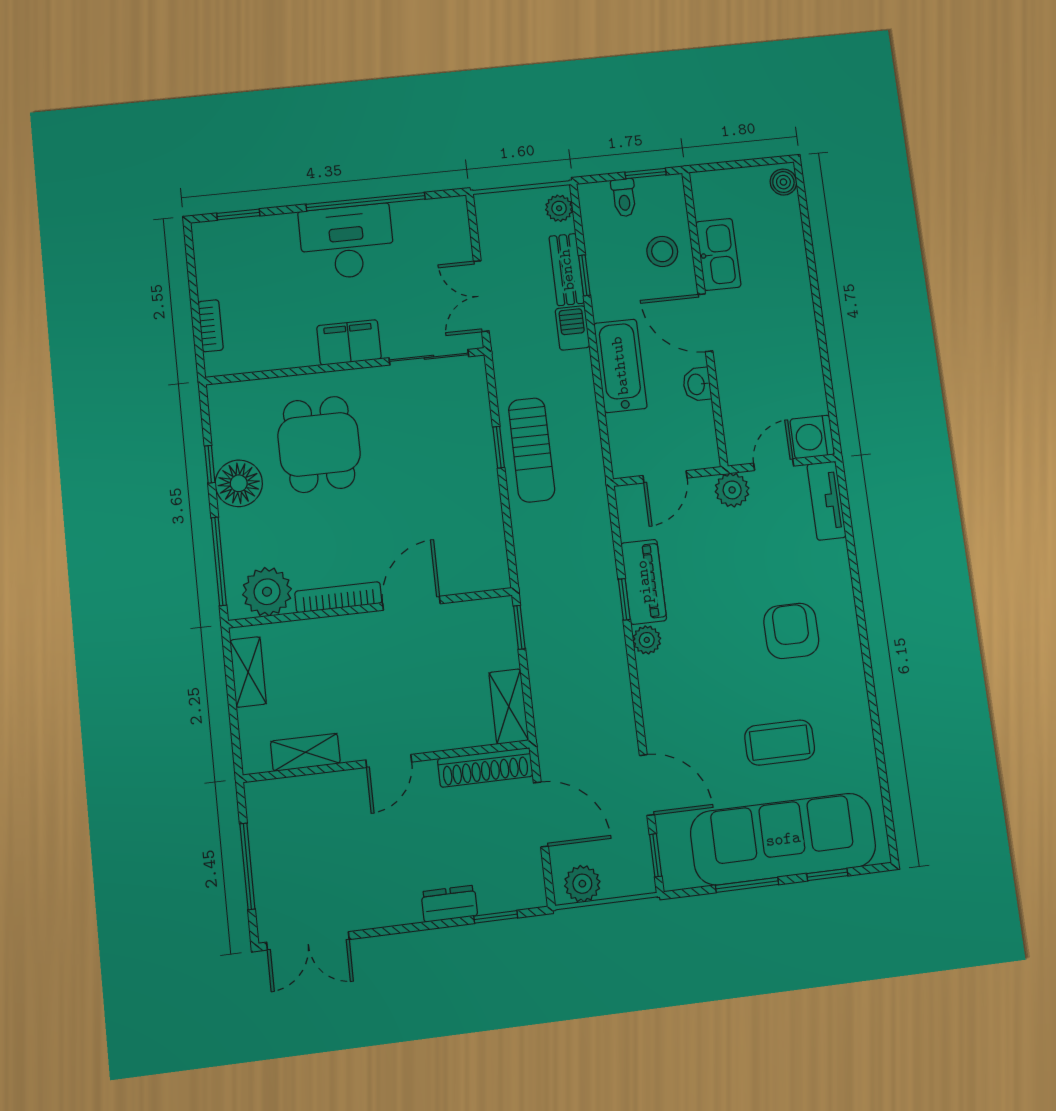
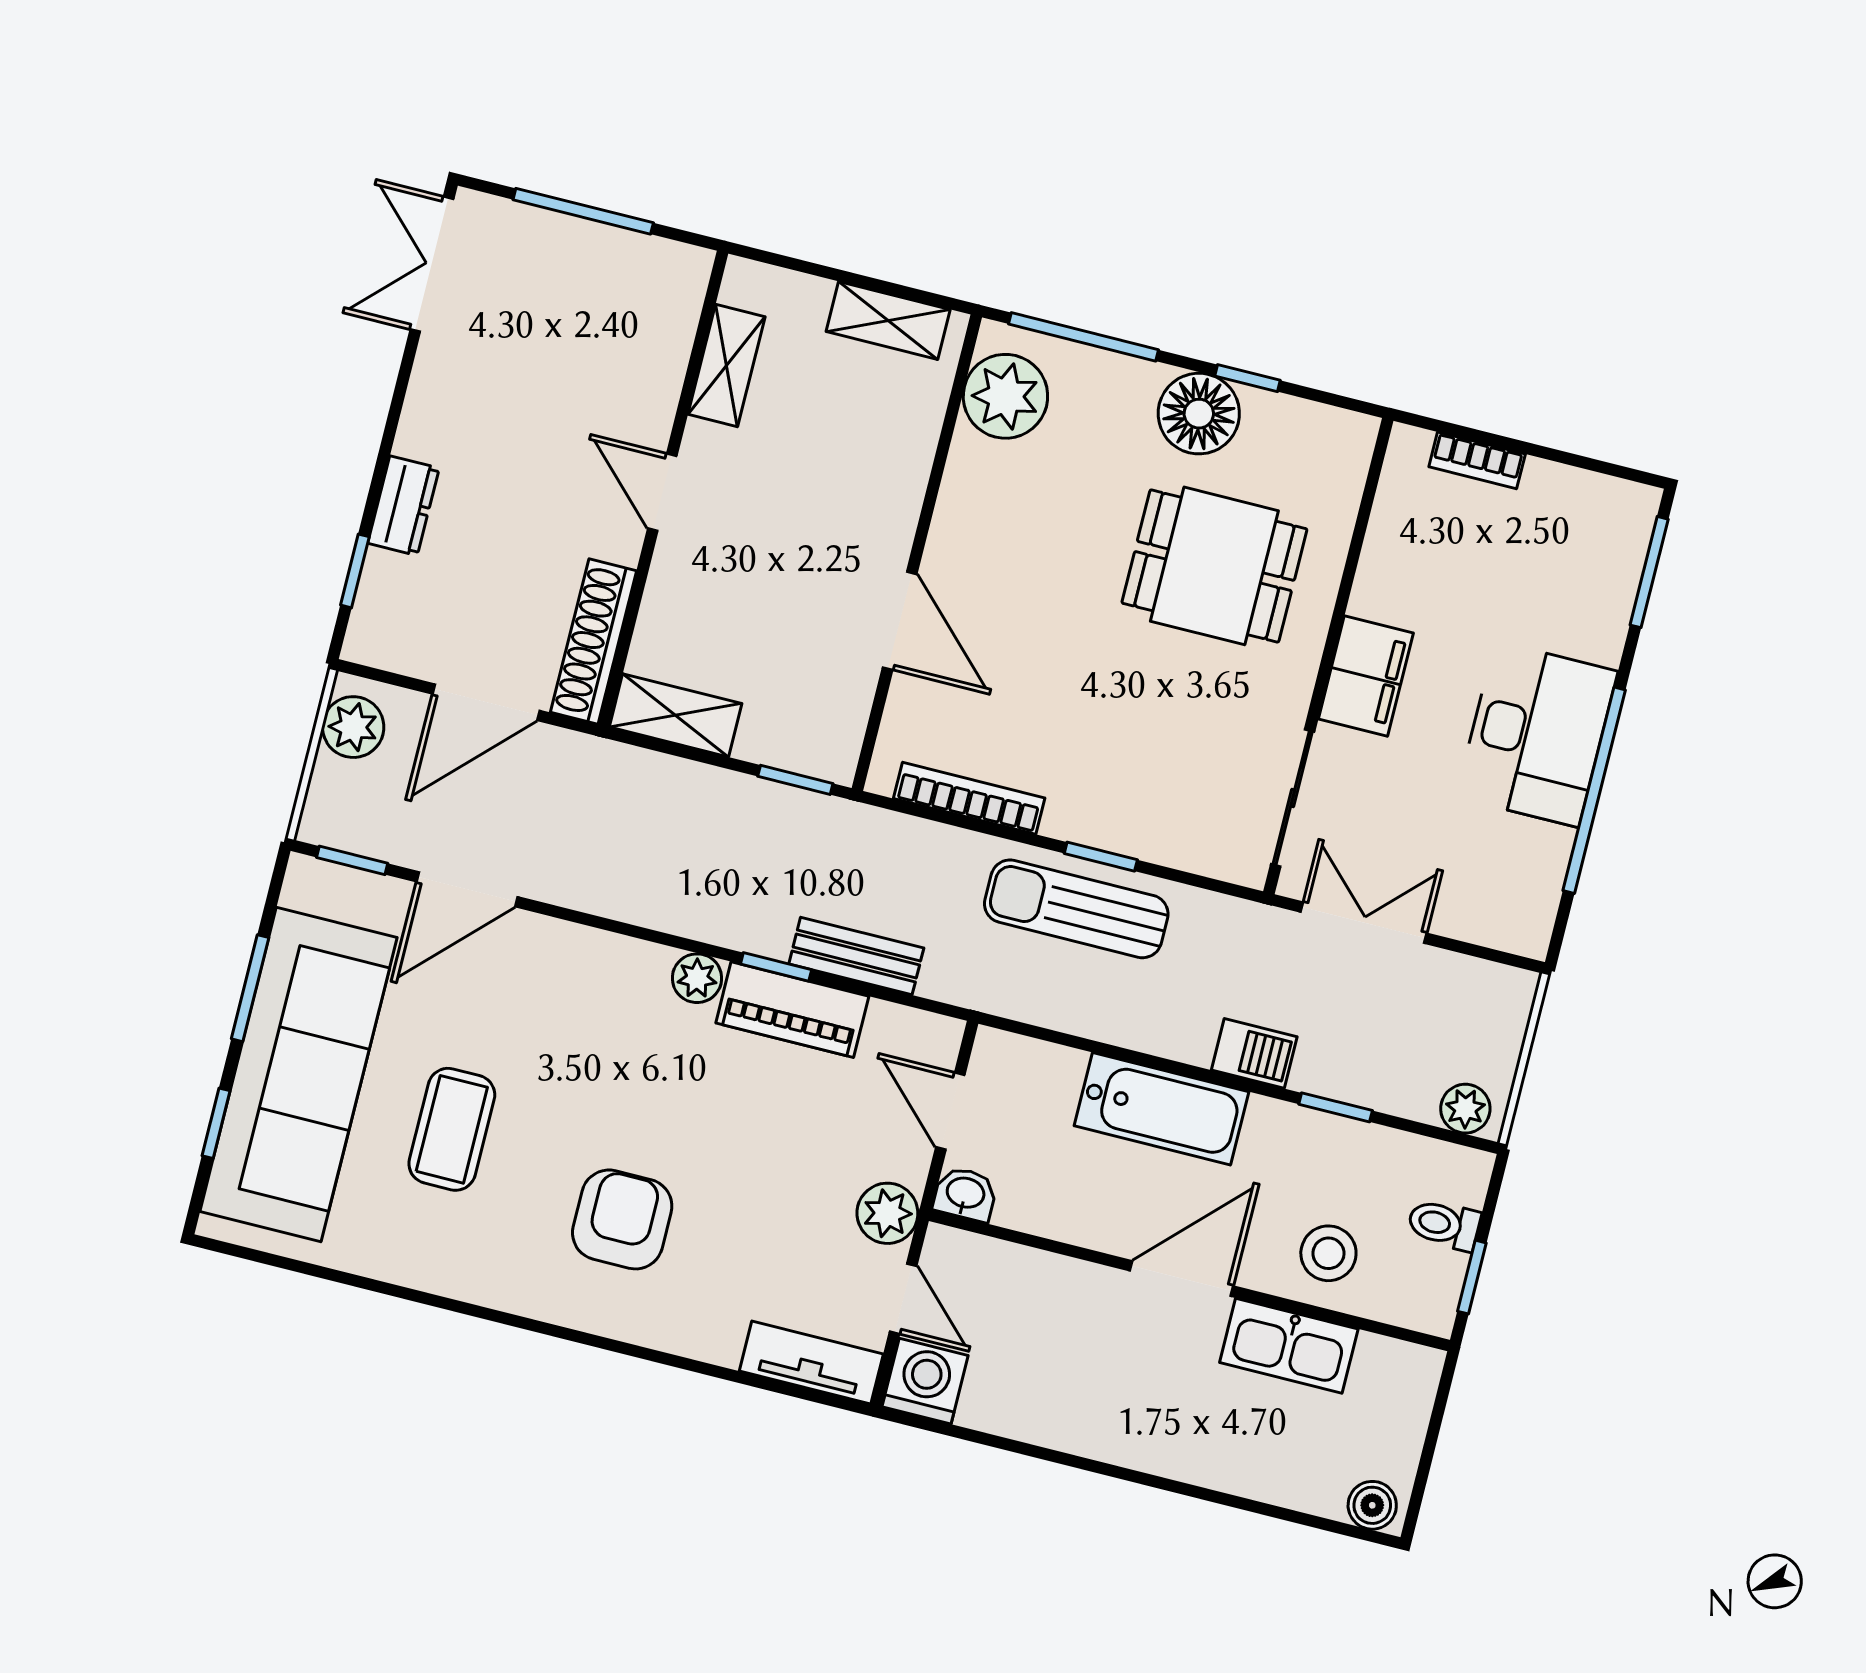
window: (238, 214) -> (1649, 572), width x1.50
bench: (567, 270) -> (856, 956), moved
washbasin: (697, 384) -> (965, 1194), moved
bookcase: (338, 597) -> (969, 798), moved, turned -90
armchair: (791, 631) -> (622, 1219), turned -90

